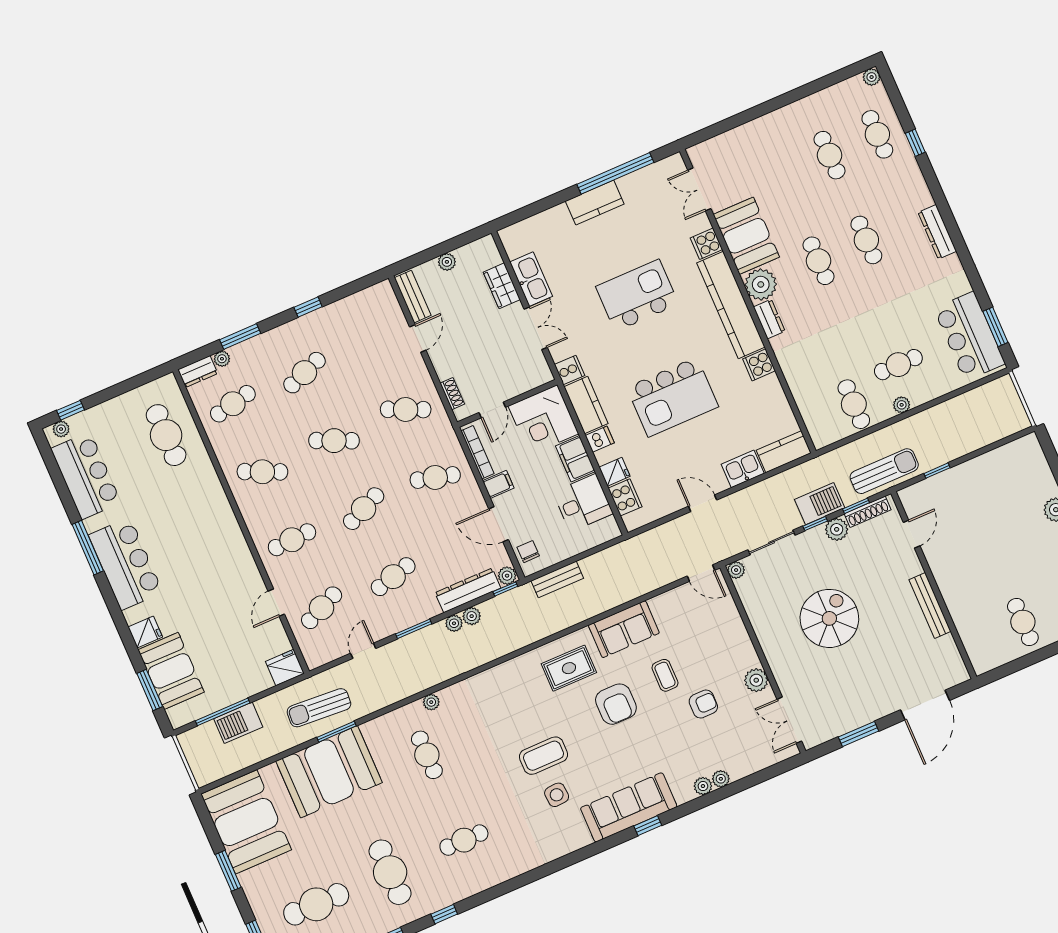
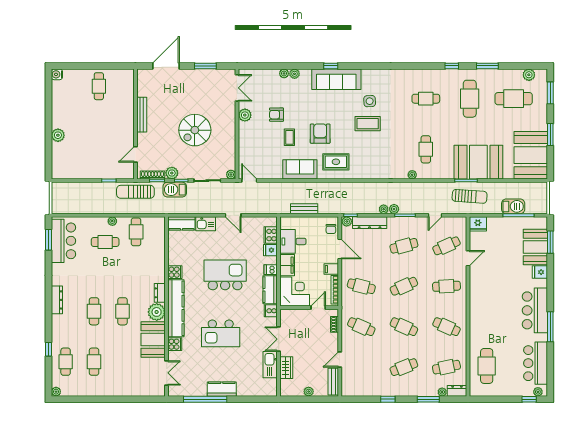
bench: (557, 579) -> (304, 209), moved
plant: (472, 616) -> (394, 209), moved

